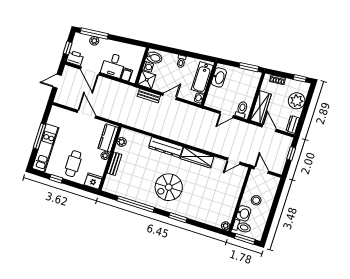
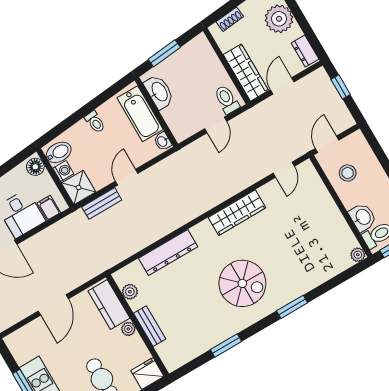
floor lamp: (139, 53) -> (35, 167), added
window: (249, 67) -> (164, 53), moved
door: (86, 114) -> (53, 305), swing flipped
door: (269, 128) -> (282, 86), hinge flipped
dresser: (166, 147) -> (168, 253), moved
door: (261, 170) -> (327, 144), hinge flipped
spiral stairs: (169, 187) -> (242, 283), turned -90
stool: (256, 200) -> (348, 173), moved
window: (136, 204) -> (226, 346), width x0.47

